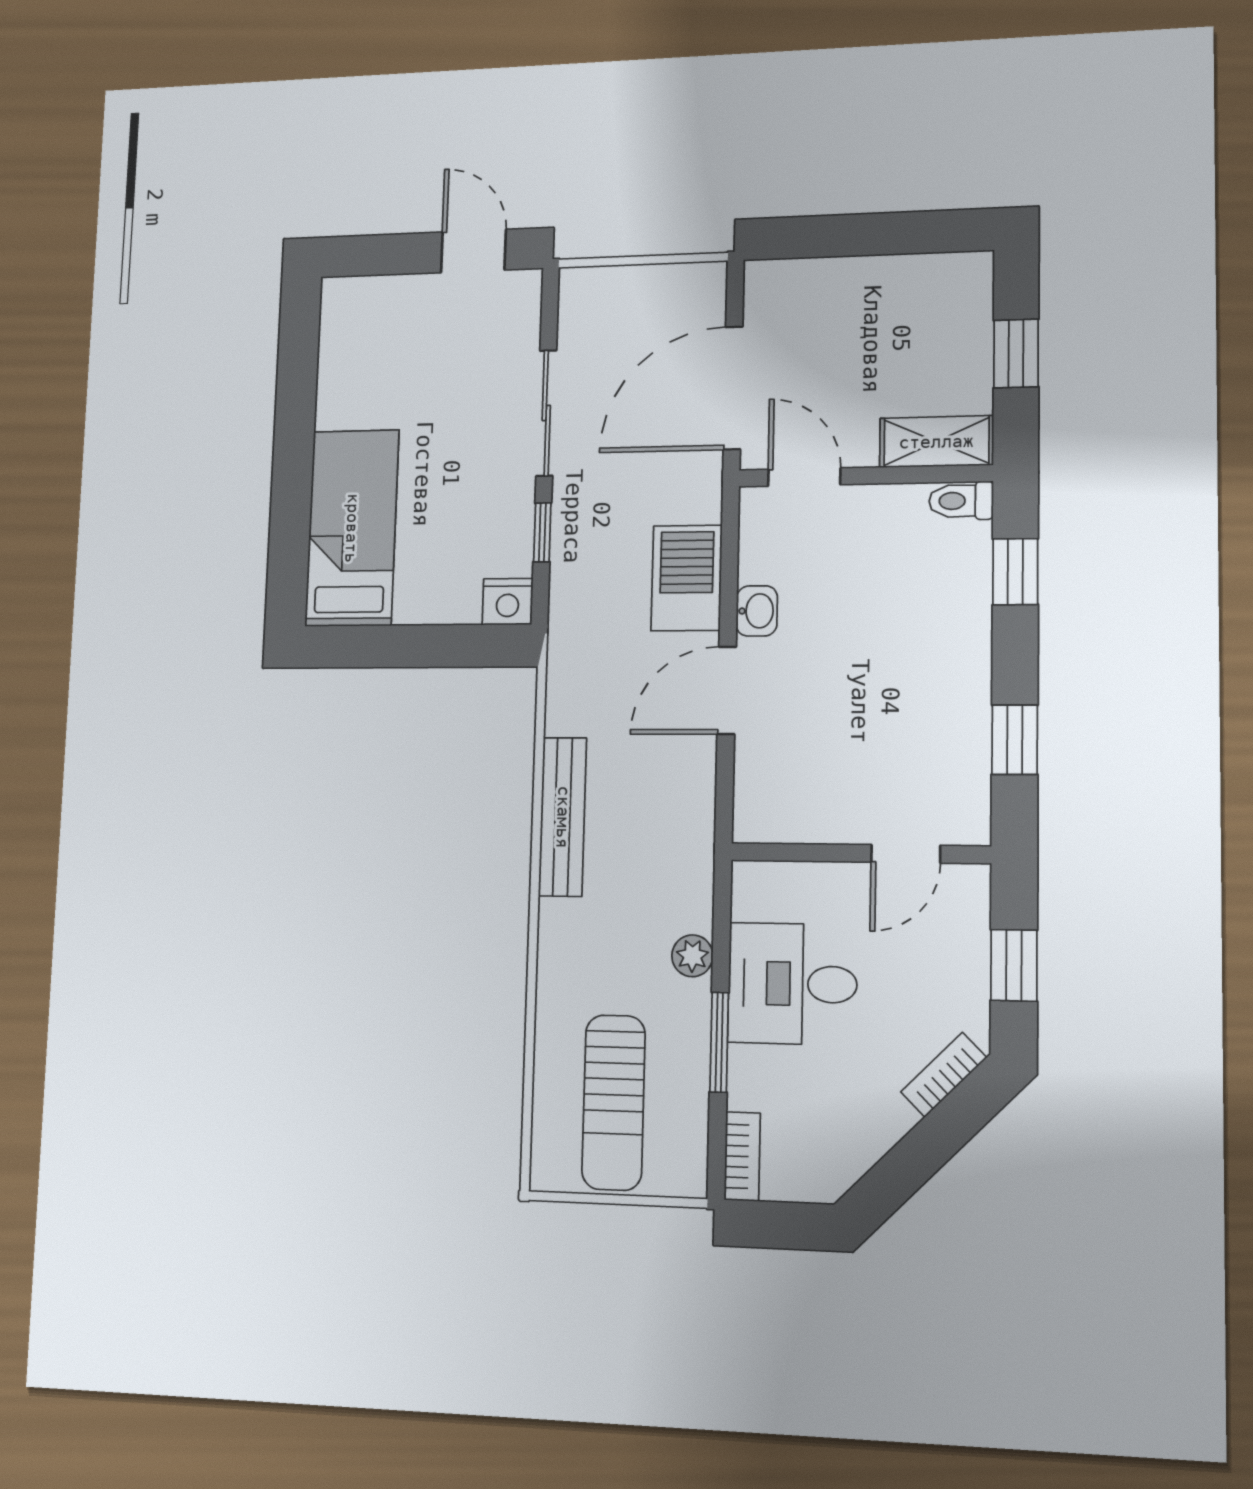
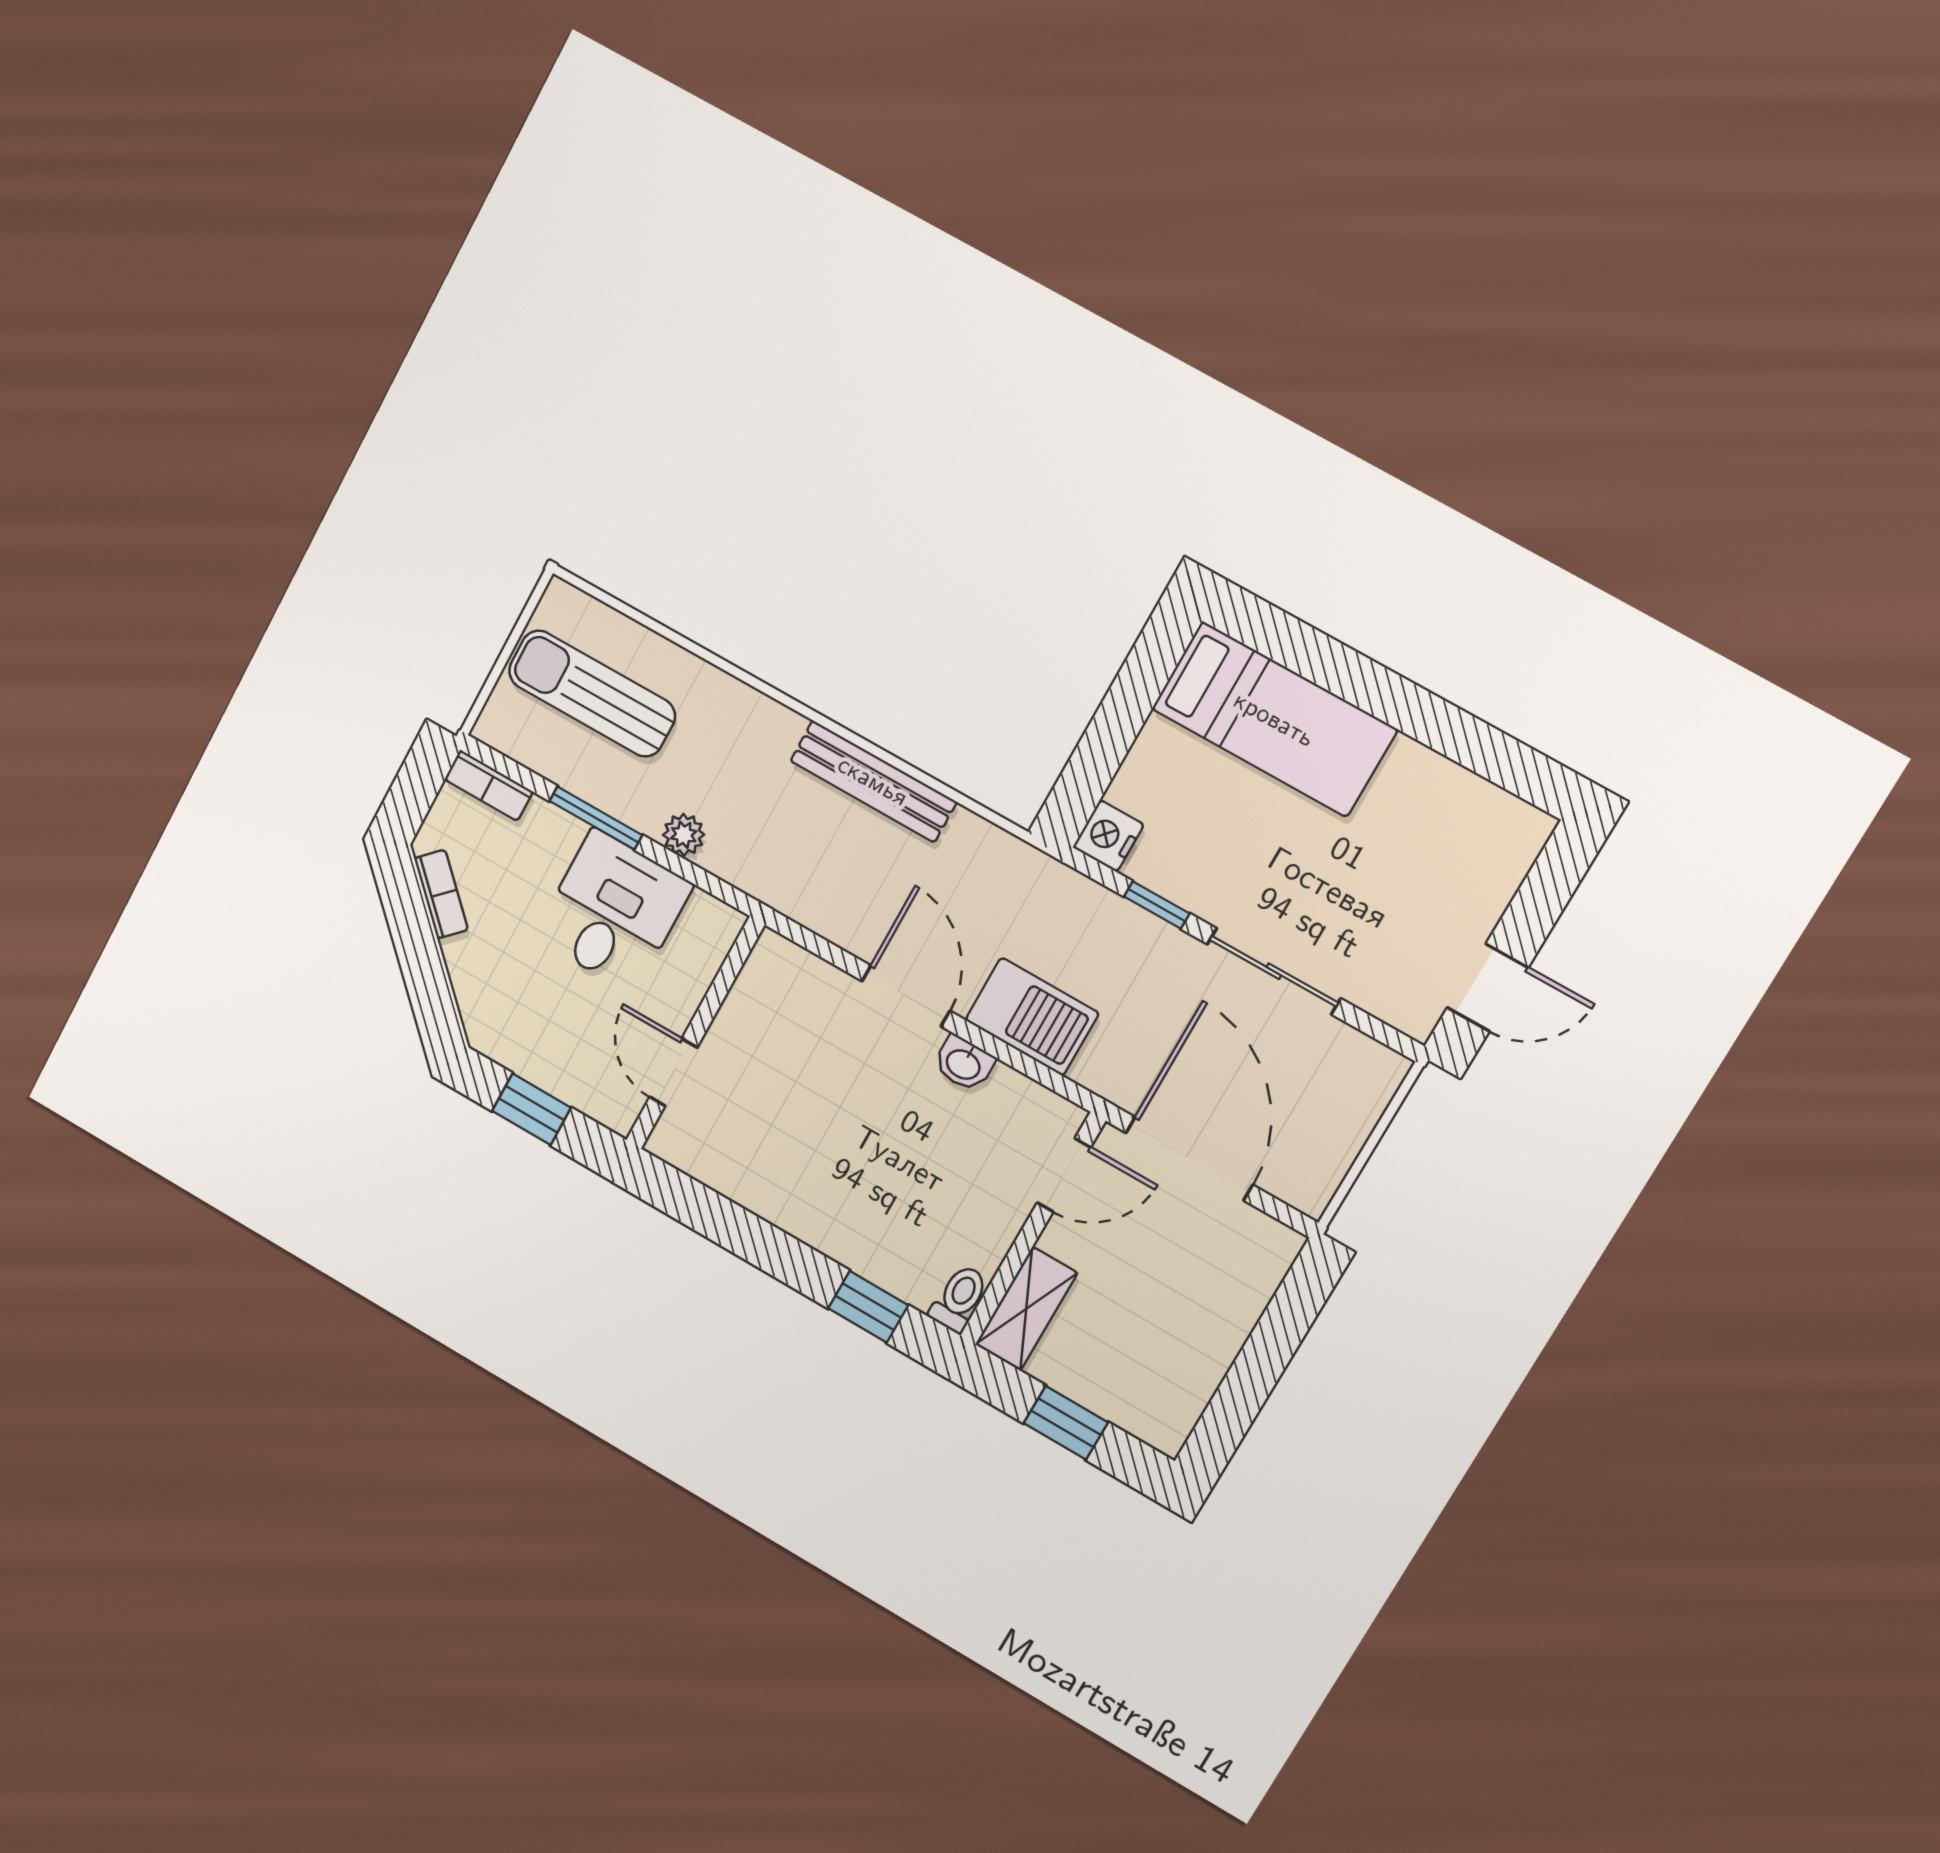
window: (1015, 740) -> (721, 1221), removed
bookcase: (944, 1075) -> (441, 894), moved

